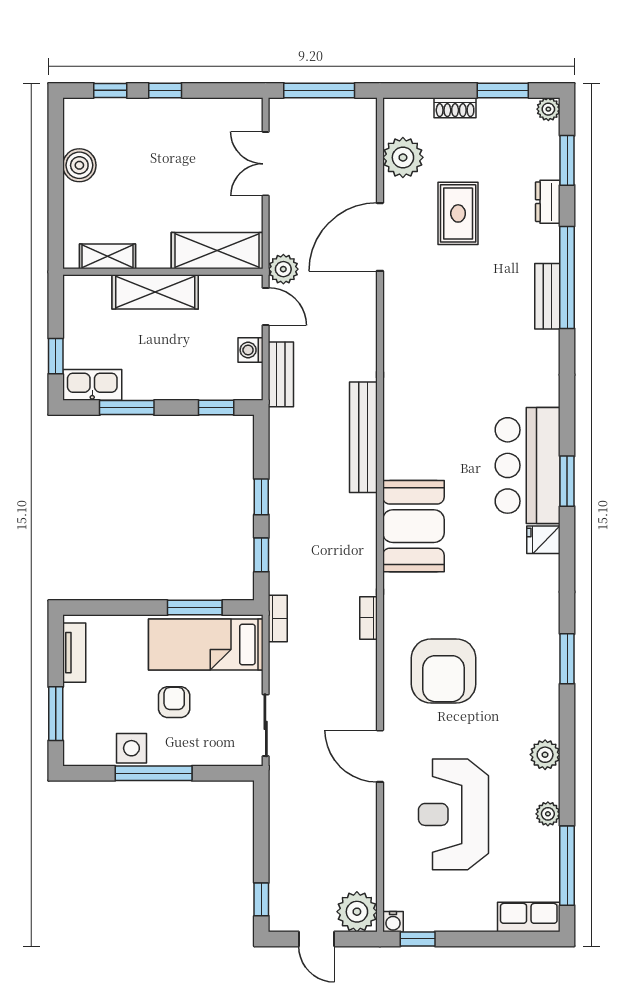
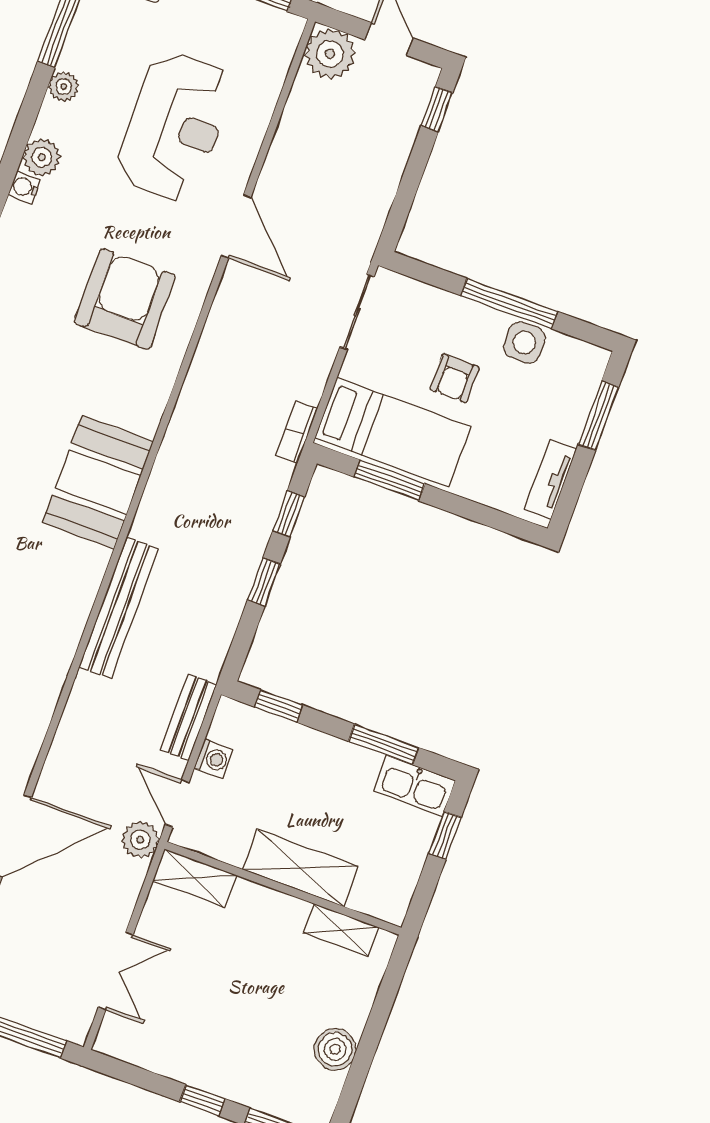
shelving: (217, 251) -> (194, 878), width x0.67, depth x0.75
bookcase: (369, 618) -> (190, 394), removed
water cooler: (393, 922) -> (24, 187), moved, turned -90

